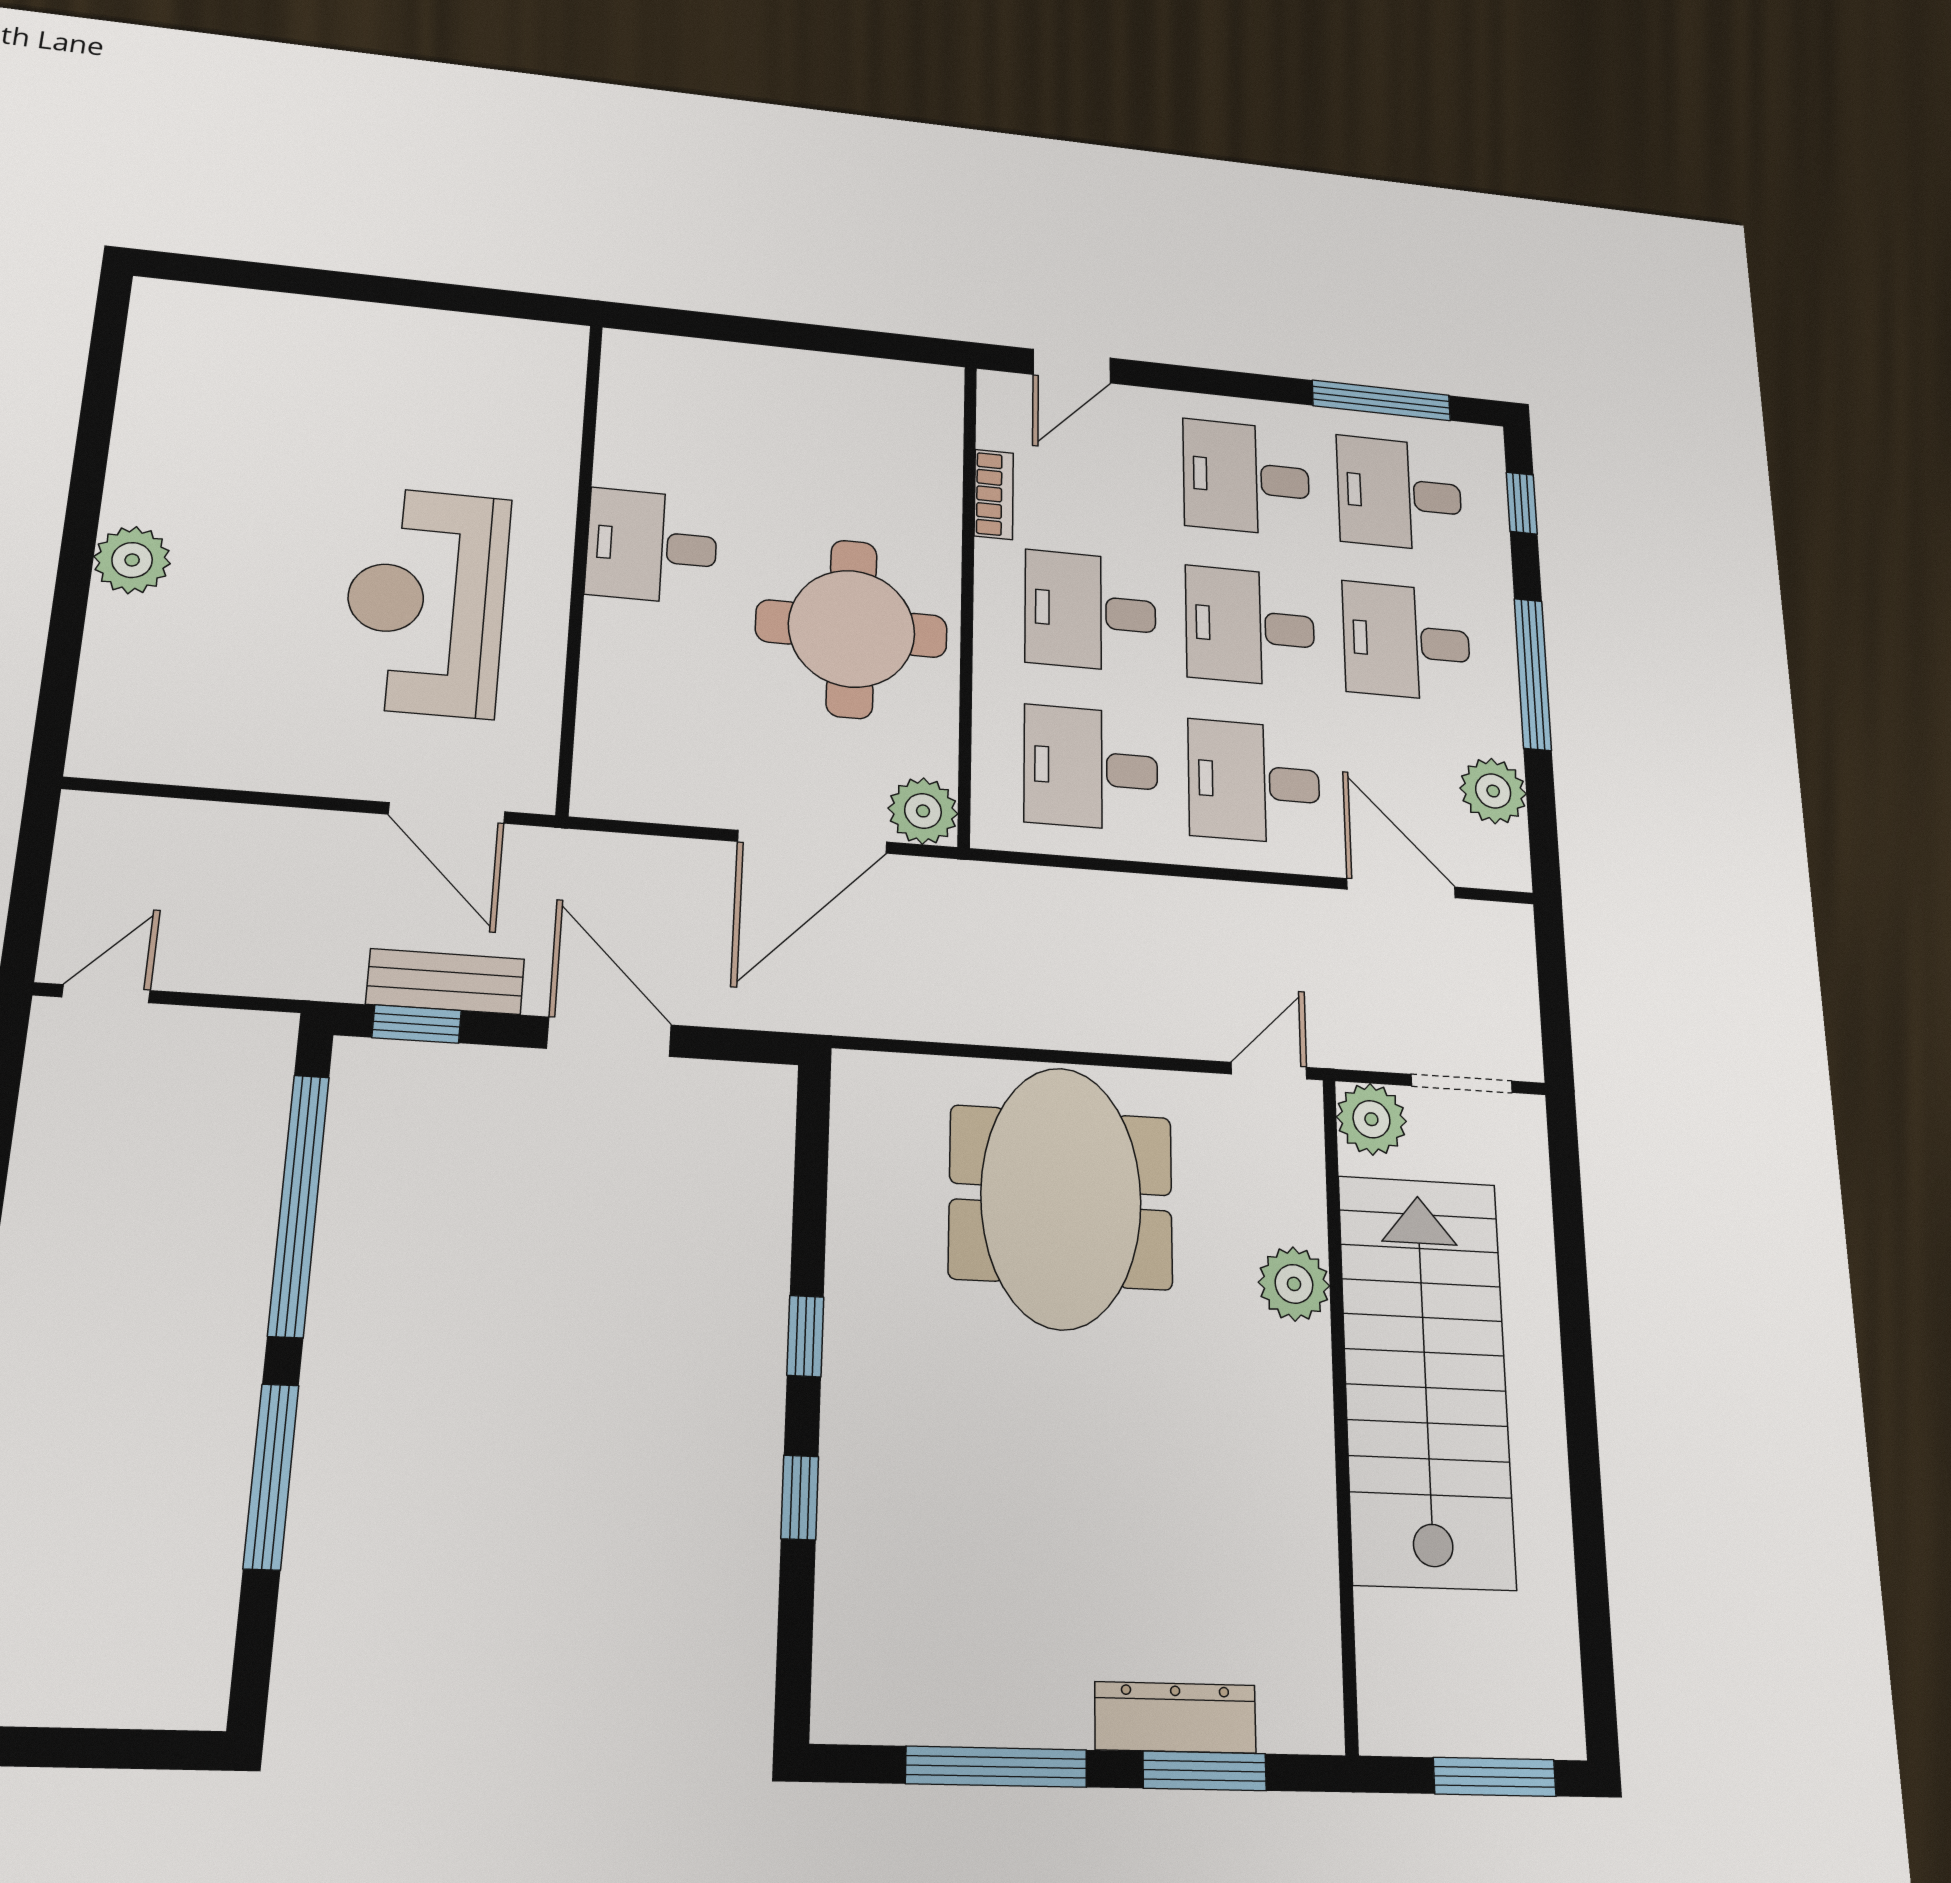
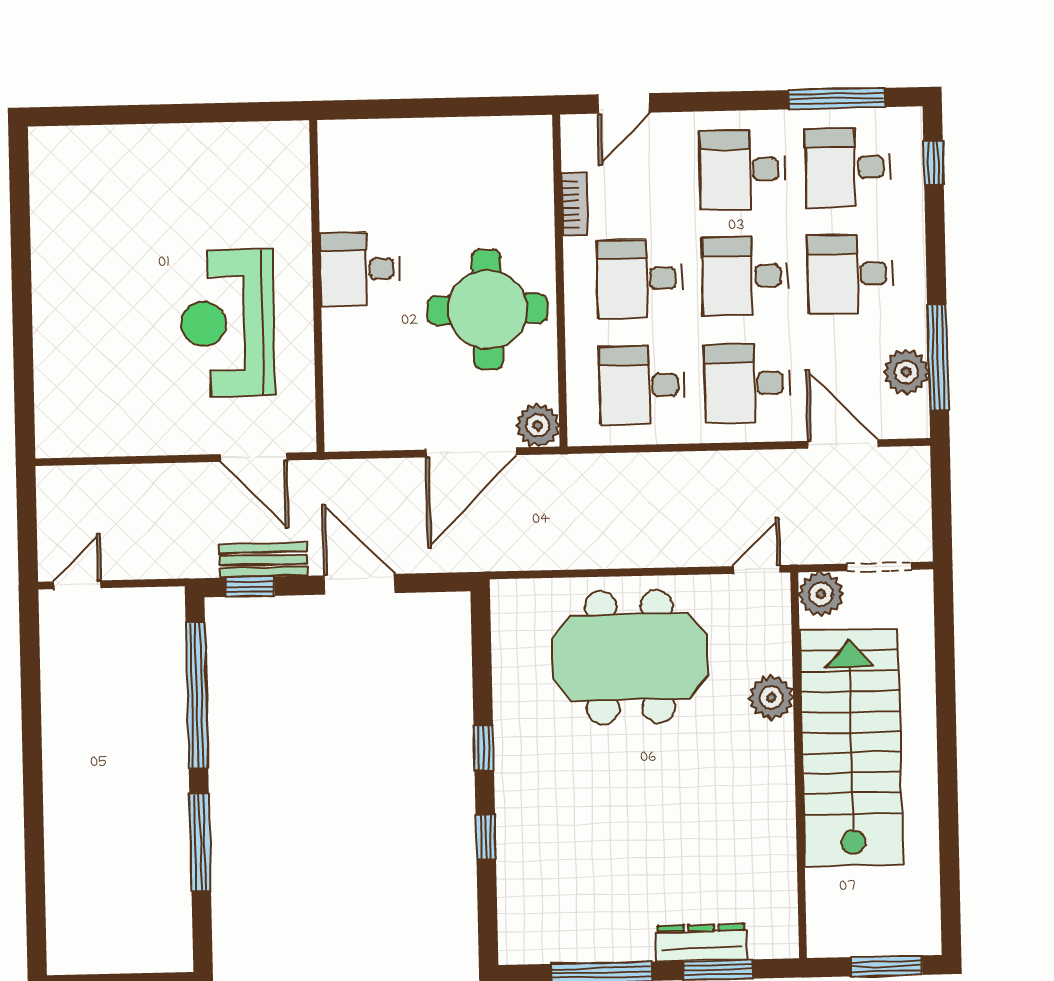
plant: (132, 560) -> (54, 318), removed
window: (1533, 674) -> (938, 357), moved
meeting table: (1061, 1197) -> (630, 657), turned 90

